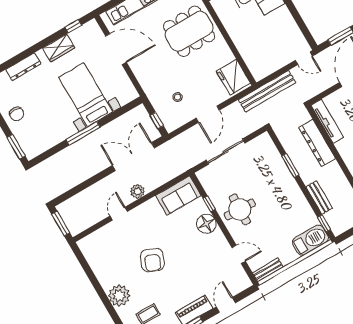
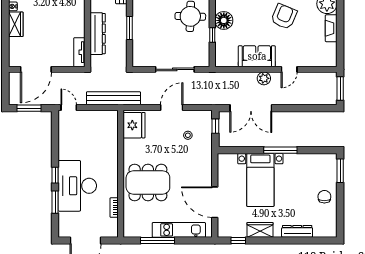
tv unit: (327, 121) -> (79, 52), width x0.71
sofa: (178, 196) -> (257, 56), moved
fireplace: (102, 275) -> (331, 28), added

